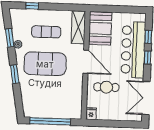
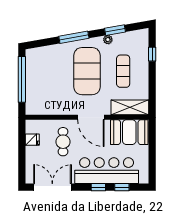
door: (86, 62) -> (91, 117), hinge flipped
window: (15, 74) -> (74, 37), width x1.44
fridge: (91, 114) -> (32, 140), moved

